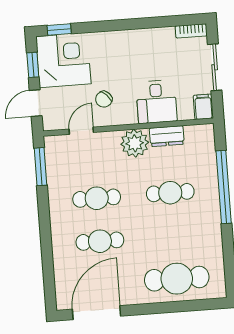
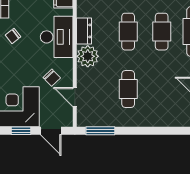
chair: (154, 46) -> (13, 36), added
desk: (156, 102) -> (57, 37), width x1.37
cafe table: (100, 241) -> (162, 32), moved

